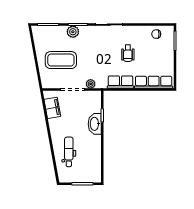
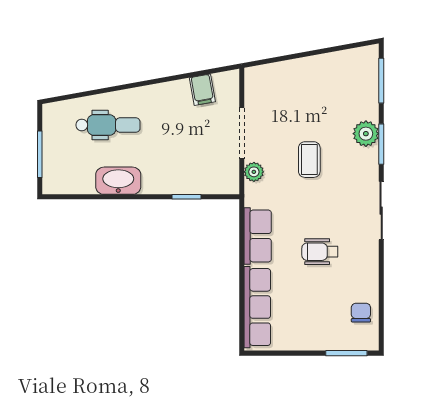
coffee table: (61, 60) -> (309, 160), moved, width x0.54, depth x0.58
filing cabinet: (52, 108) -> (202, 90), width x0.50
washbasin: (95, 124) -> (118, 181), moved

